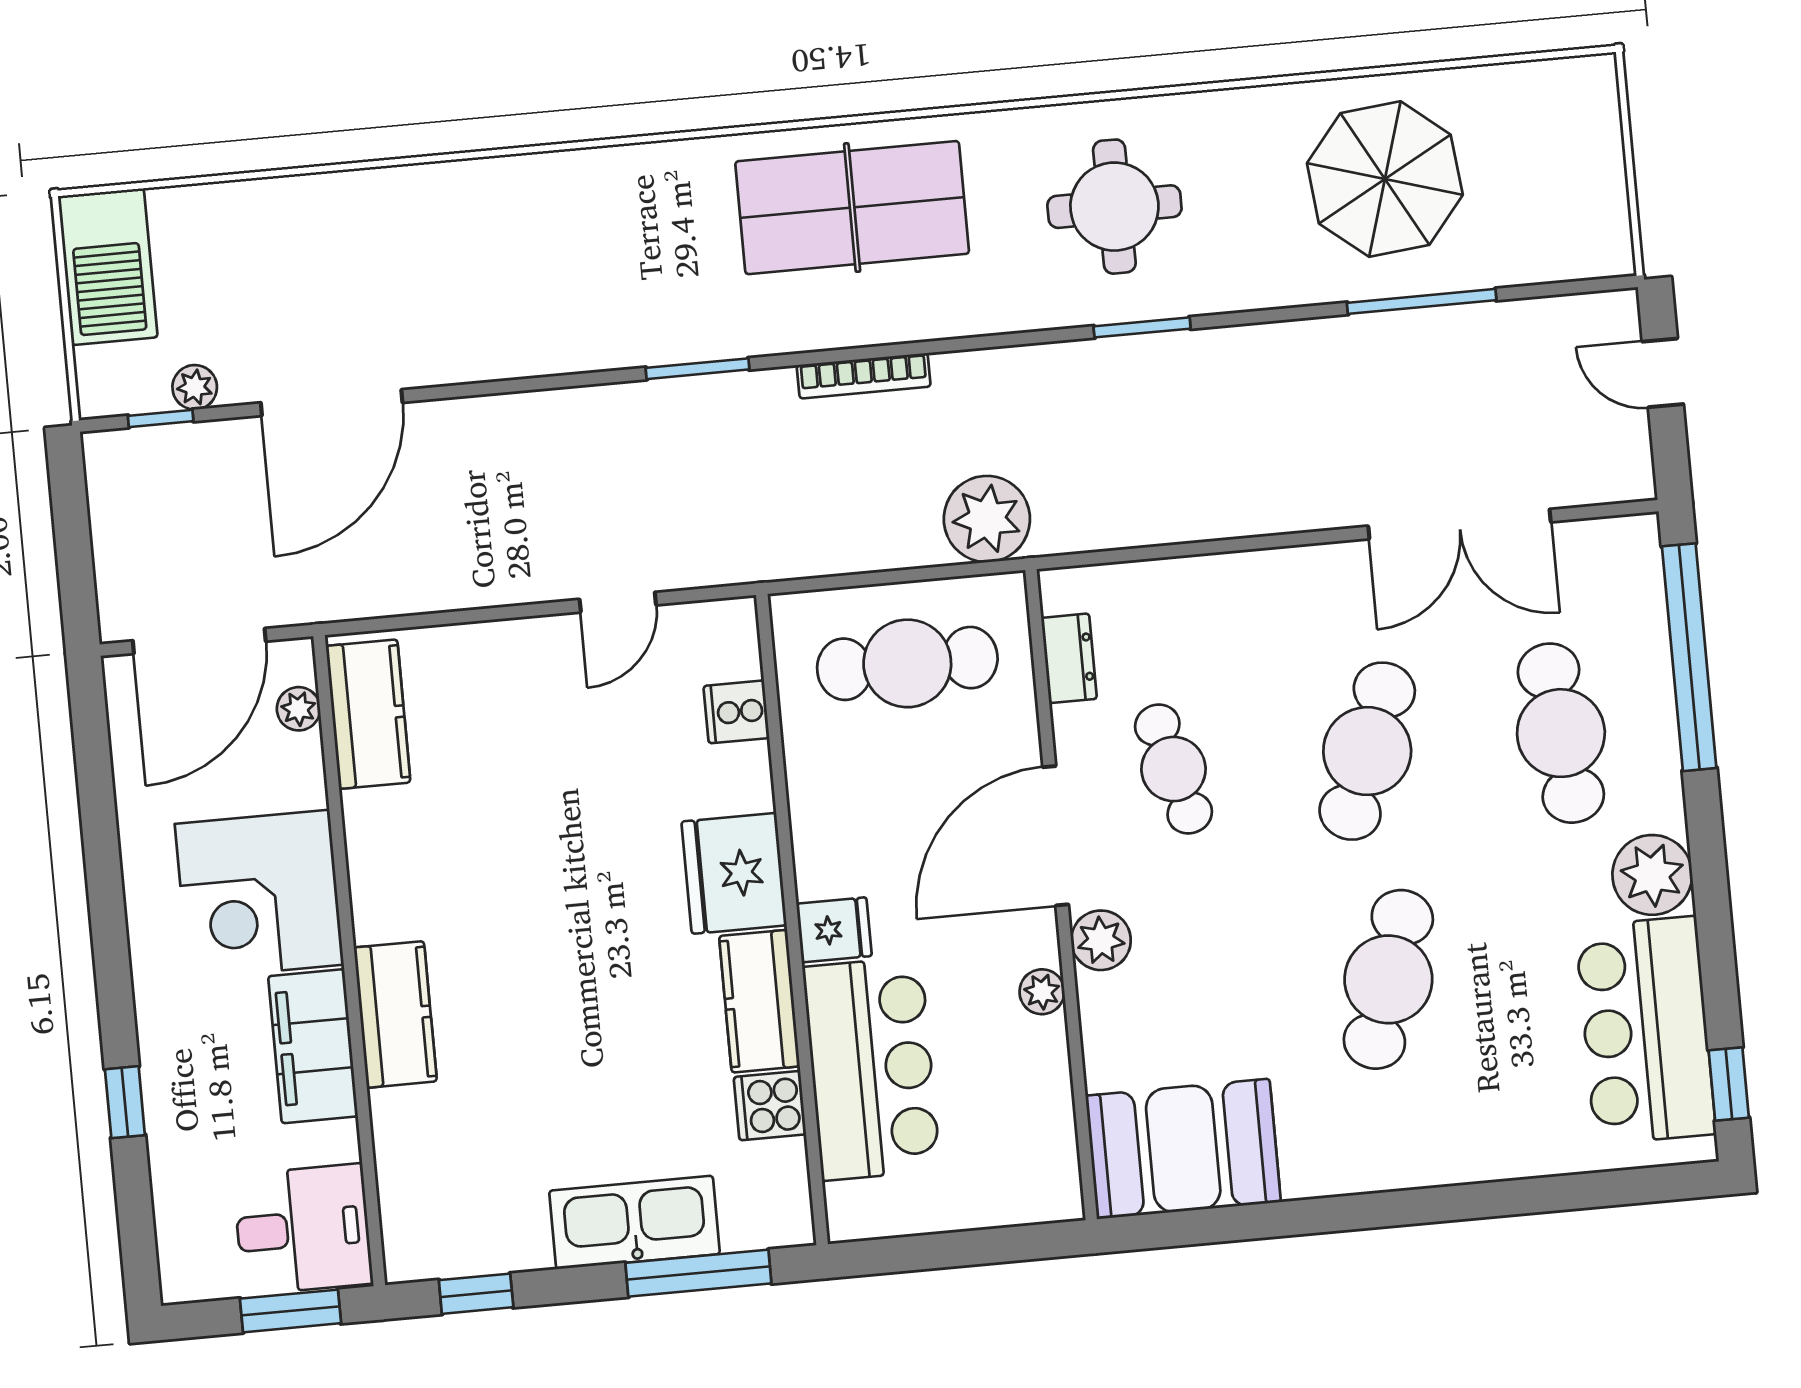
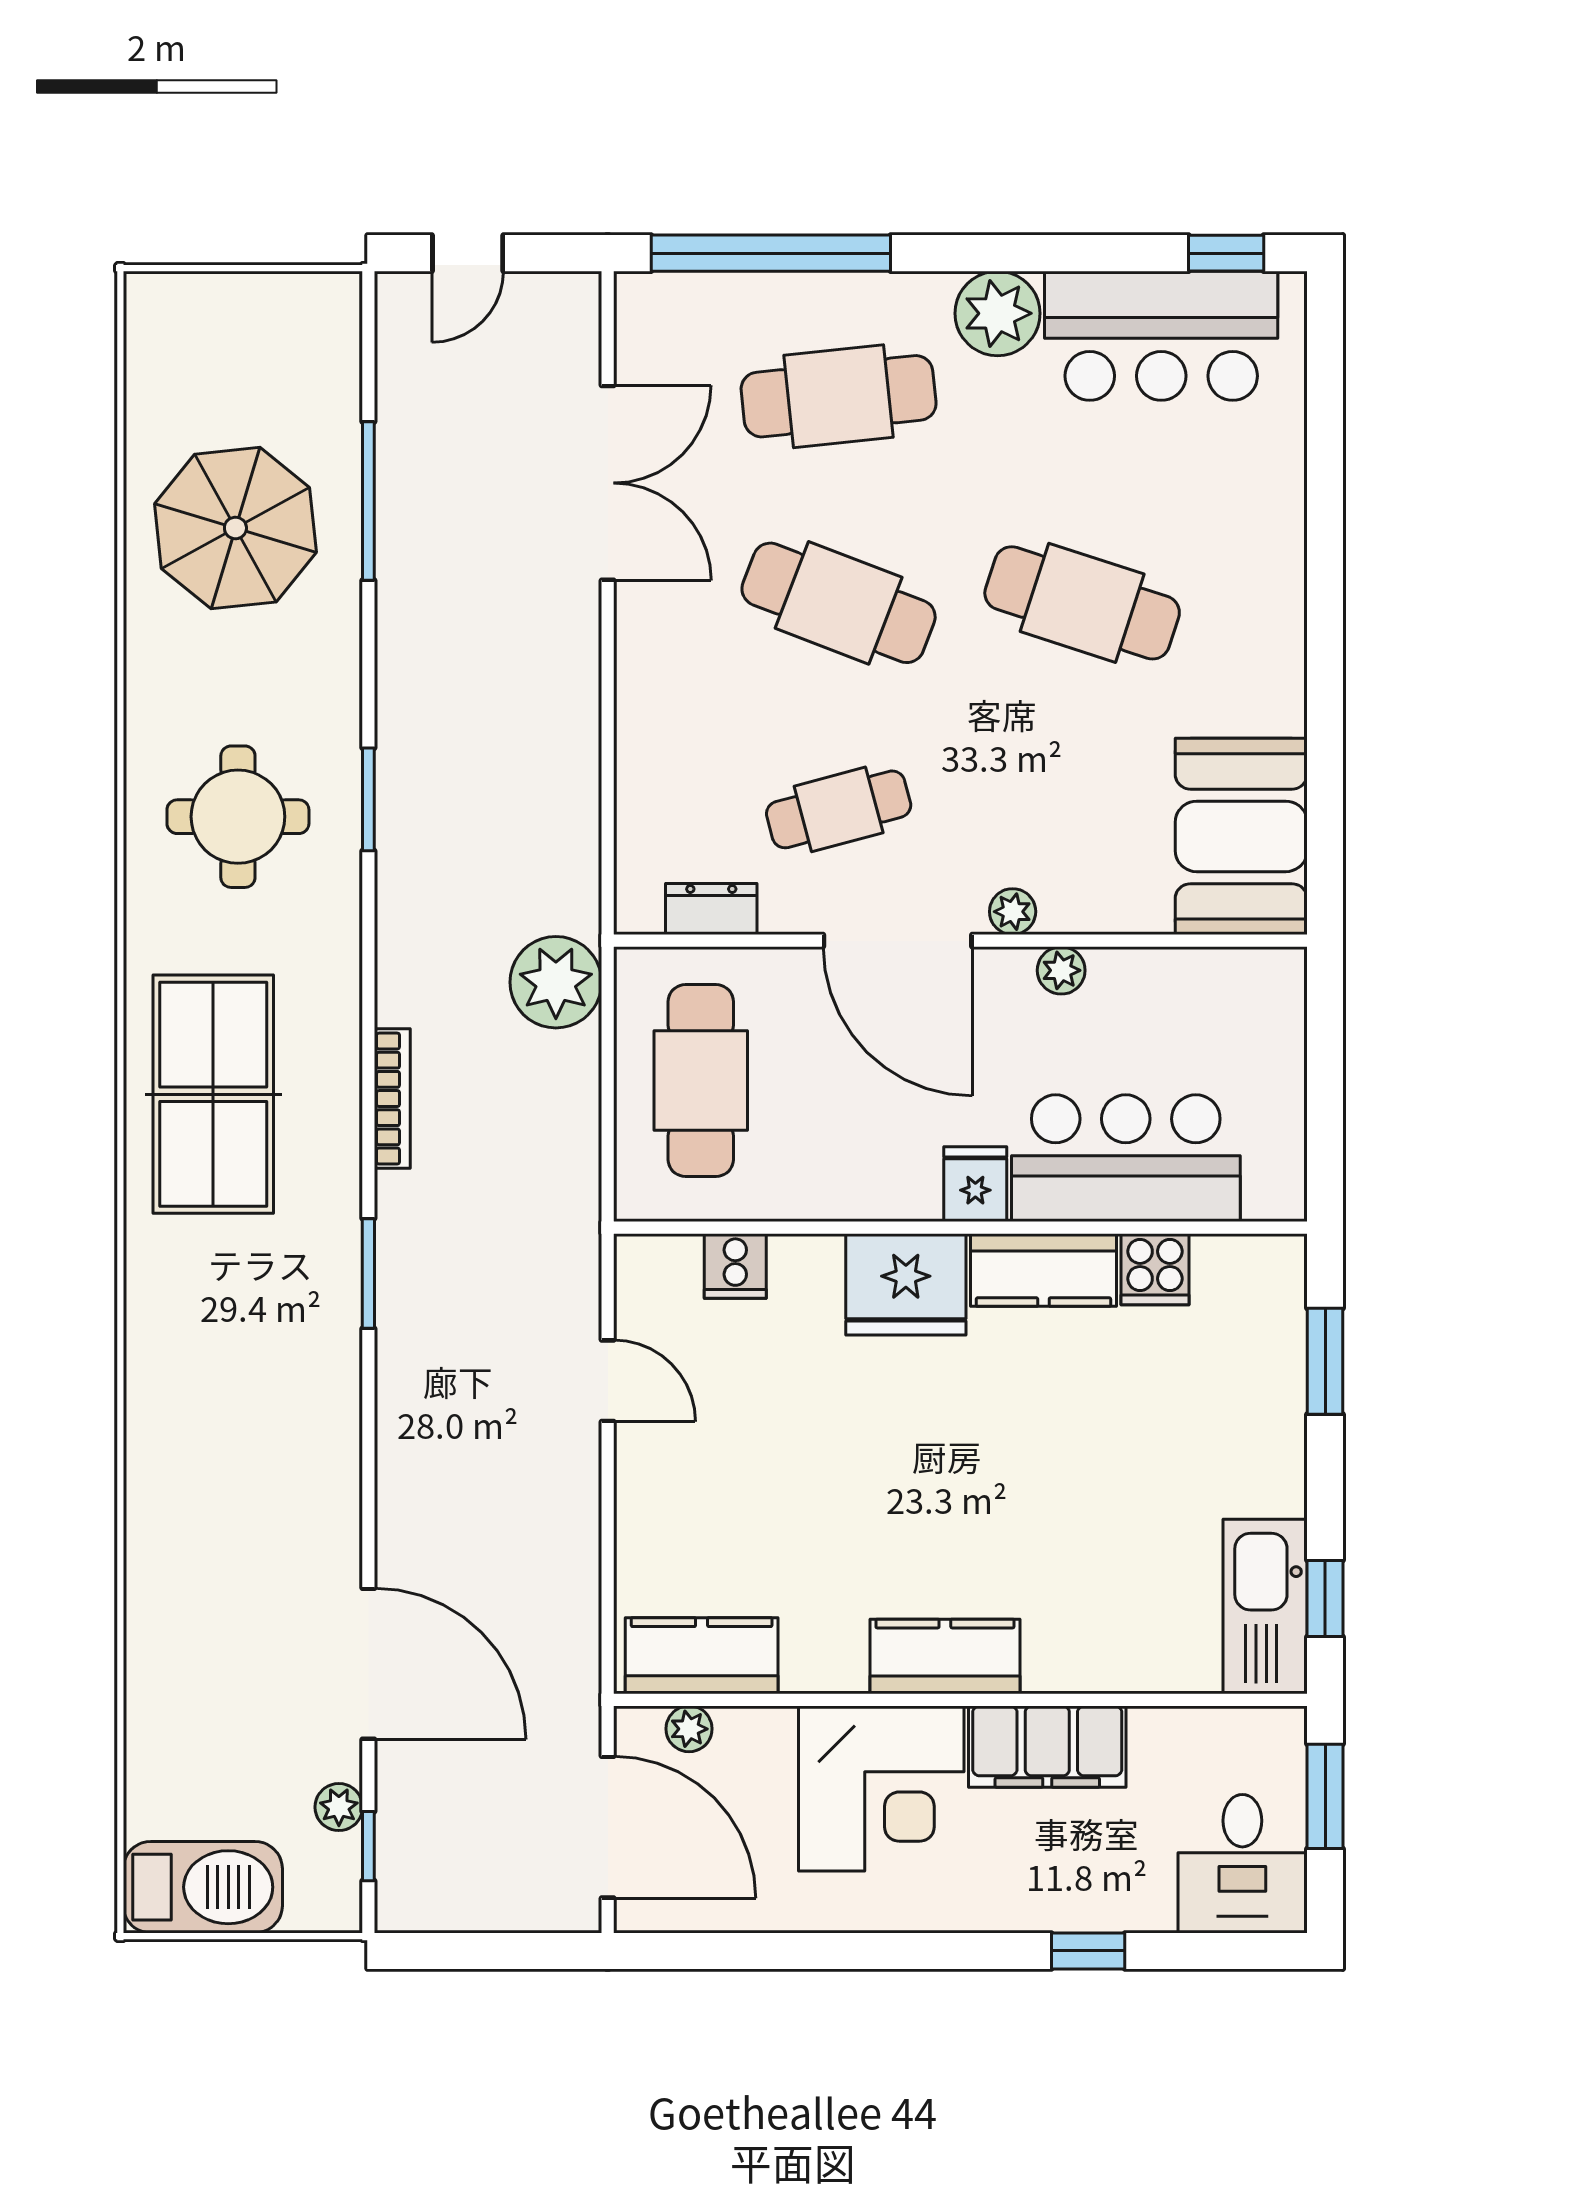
plant: (1101, 940) -> (1013, 912), width x0.73, depth x0.73
kitchen counter: (395, 1014) -> (945, 1656), moved
kitchen sink: (635, 1222) -> (1265, 1607), moved
desk: (303, 1229) -> (1242, 1864), moved, turned 180
window: (698, 1273) -> (1325, 1361), width x0.69

